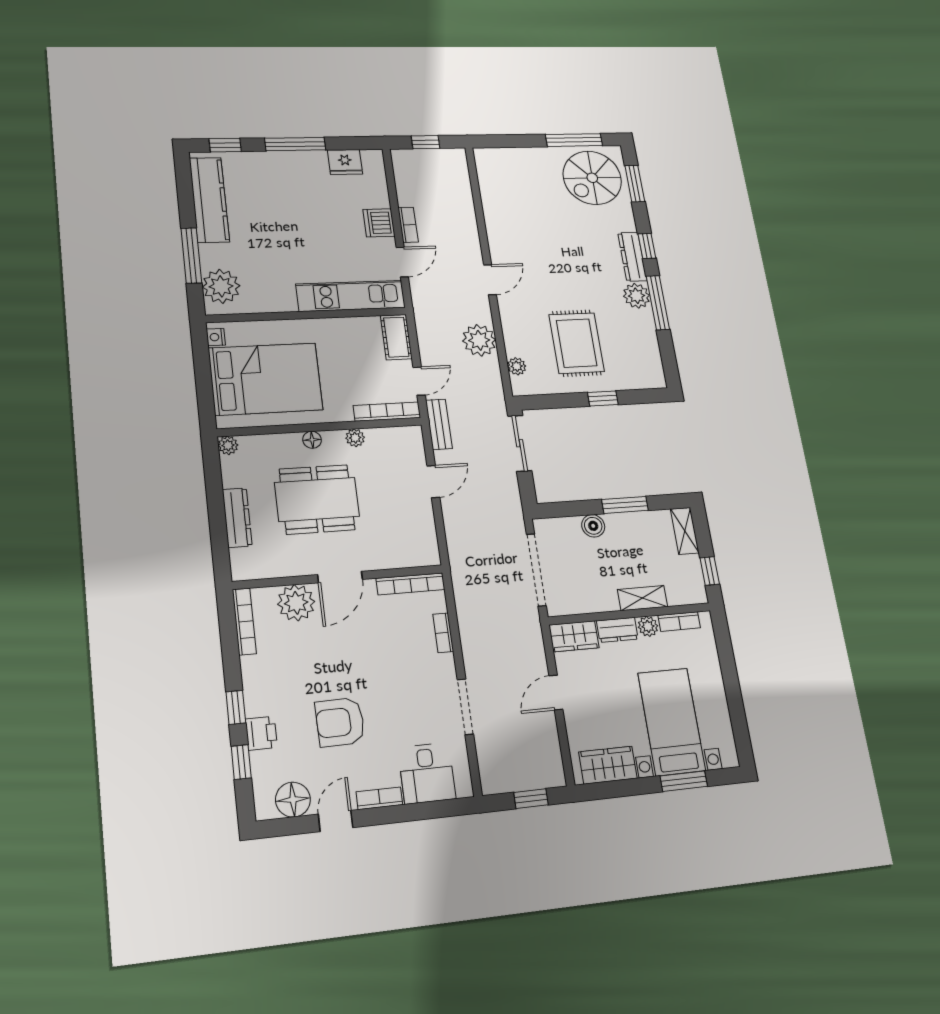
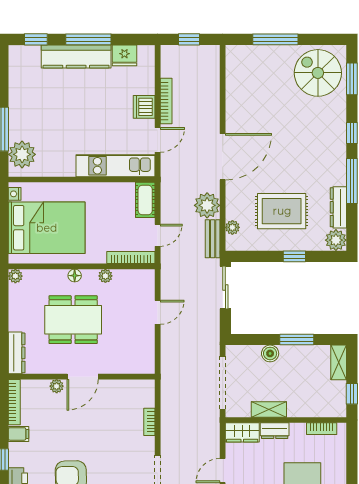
window: (574, 140) -> (275, 39), moved
spiral stairs: (592, 178) -> (318, 73), turned 90
kitchen counter: (209, 200) -> (76, 56), moved, turned 90
bookcase: (408, 225) -> (166, 101), width x1.56
dresser: (632, 257) -> (338, 207), moved
door: (490, 280) -> (223, 157), width x1.88
plant: (637, 296) -> (336, 240), moved
rug: (577, 343) -> (282, 211), turned 90
bench: (439, 424) -> (213, 239), moved
dresser: (237, 518) -> (17, 353), moved
bookcase: (411, 584) -> (131, 385), removed
shelving: (643, 598) -> (269, 409), moved
plant: (296, 603) -> (57, 386), width x0.53, depth x0.53
plant: (648, 626) -> (298, 430), removed
filing cabinet: (255, 667) -> (19, 434), added

